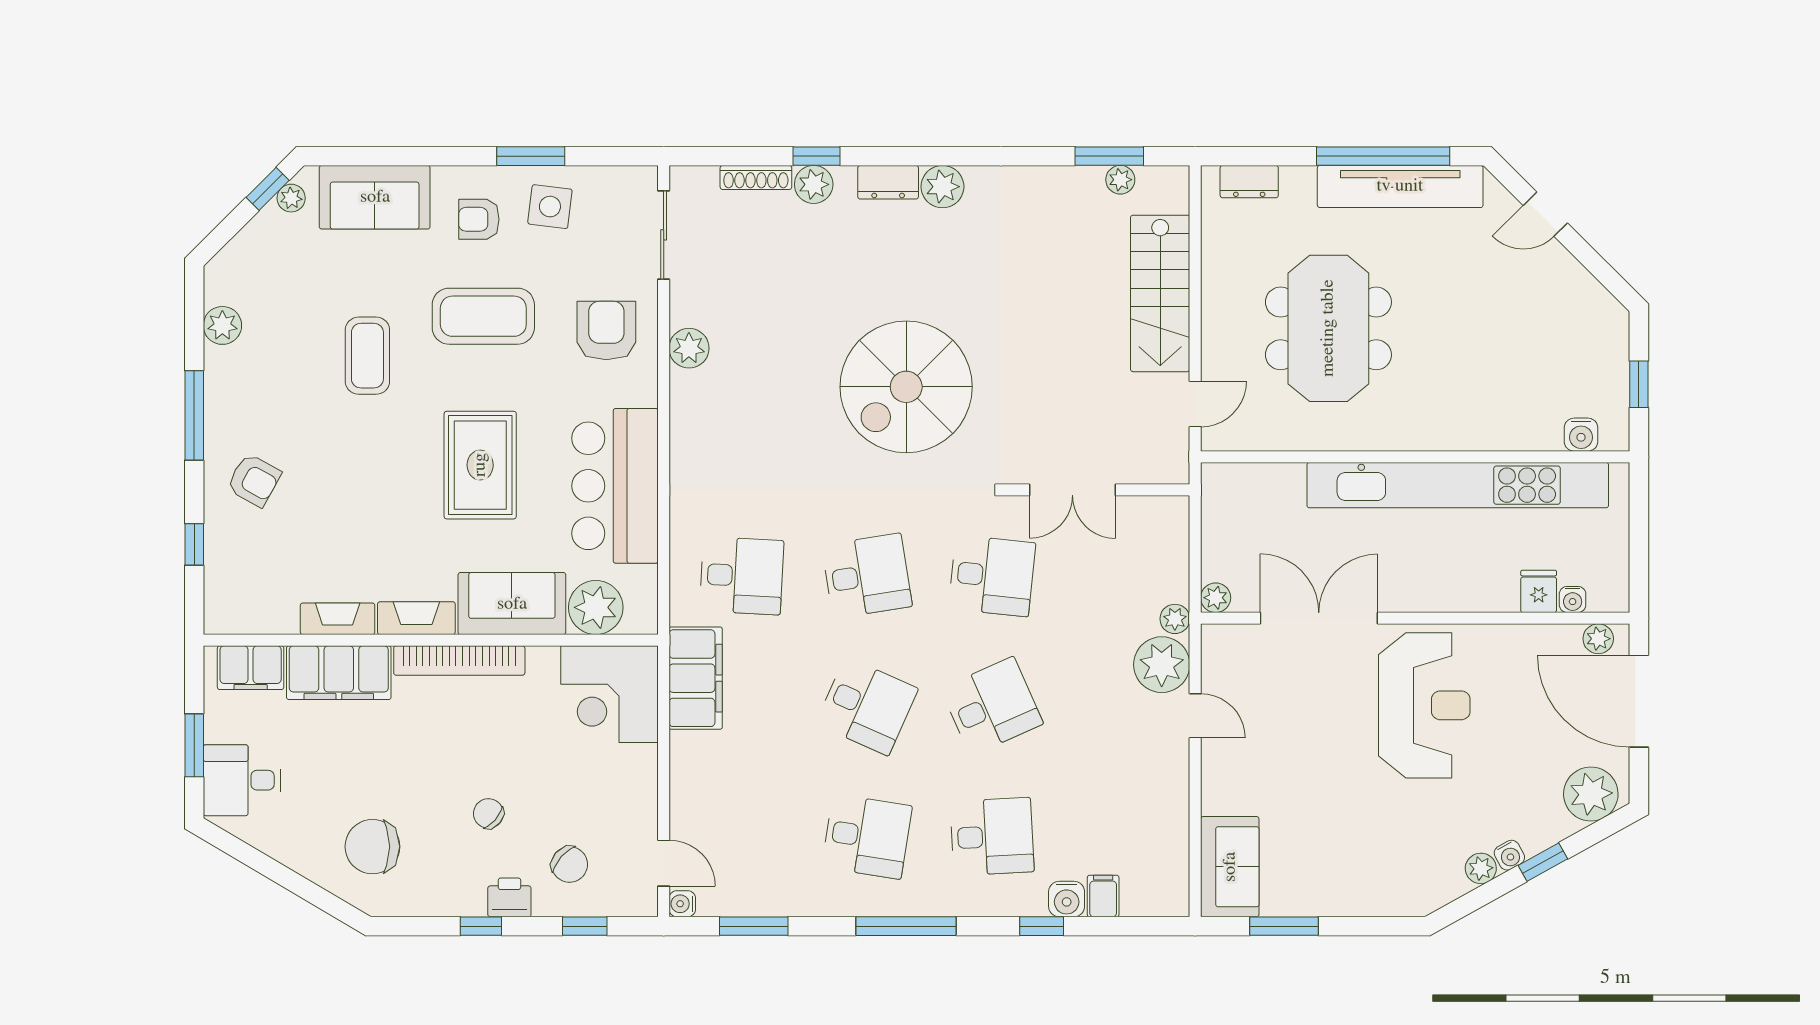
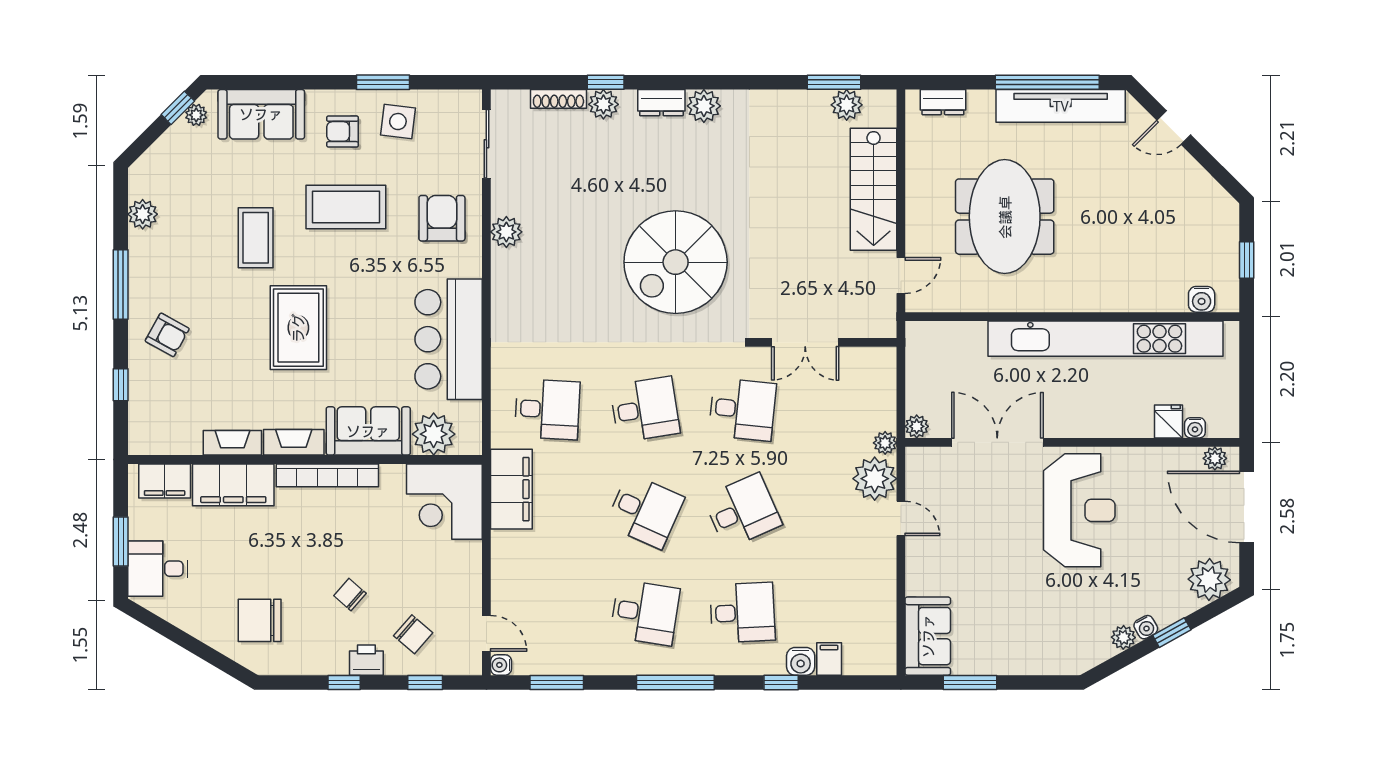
plant: (1120, 180) -> (847, 105), width x1.38, depth x1.38
rug: (480, 465) -> (298, 328), moved

